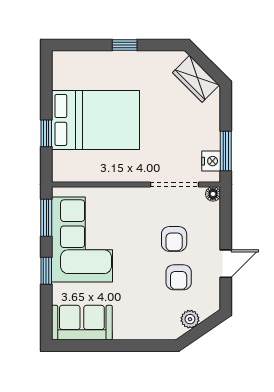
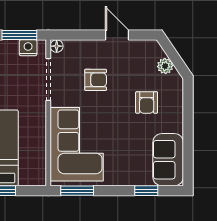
corner sofa: (82, 239) -> (77, 144), moved, turned 90
window: (46, 271) -> (146, 191), moved
armchair: (179, 277) -> (147, 102), moved, turned 90

